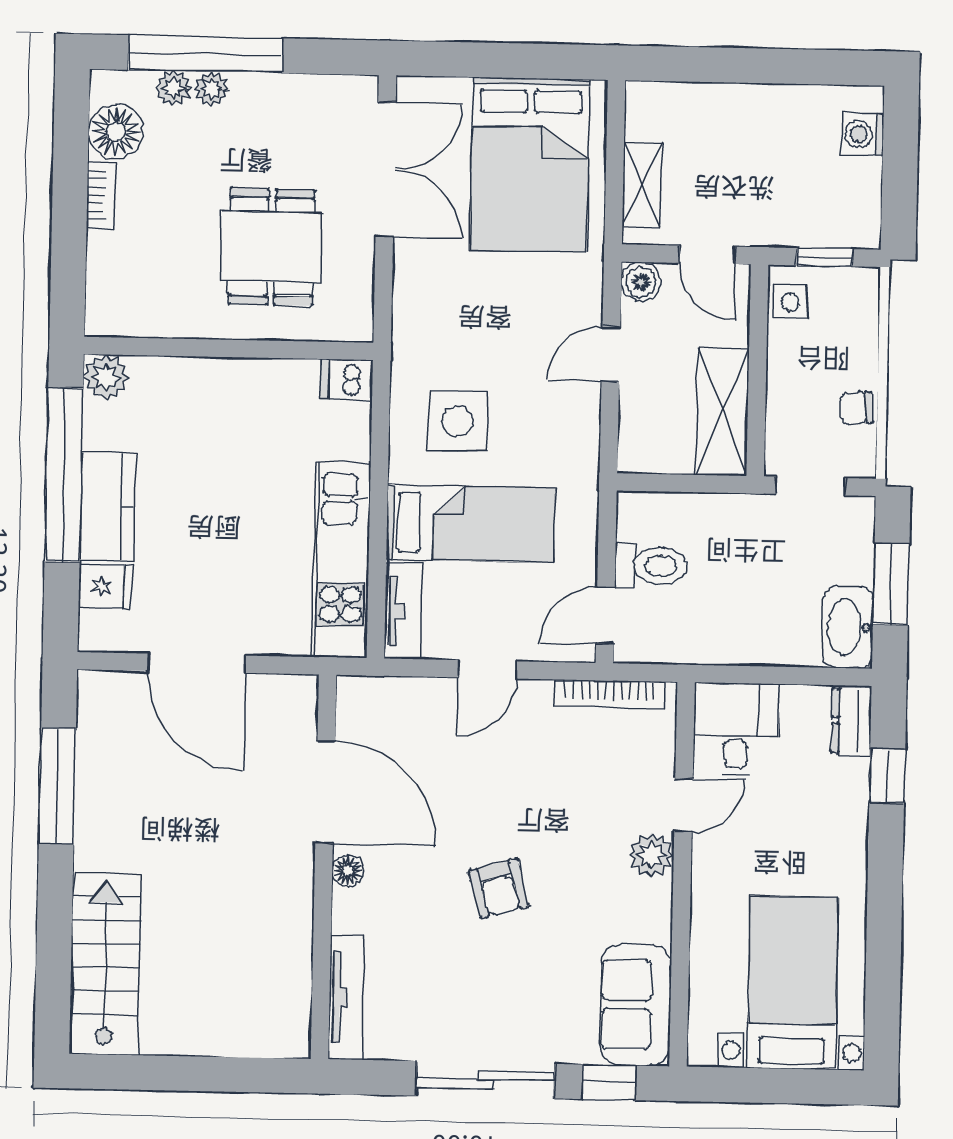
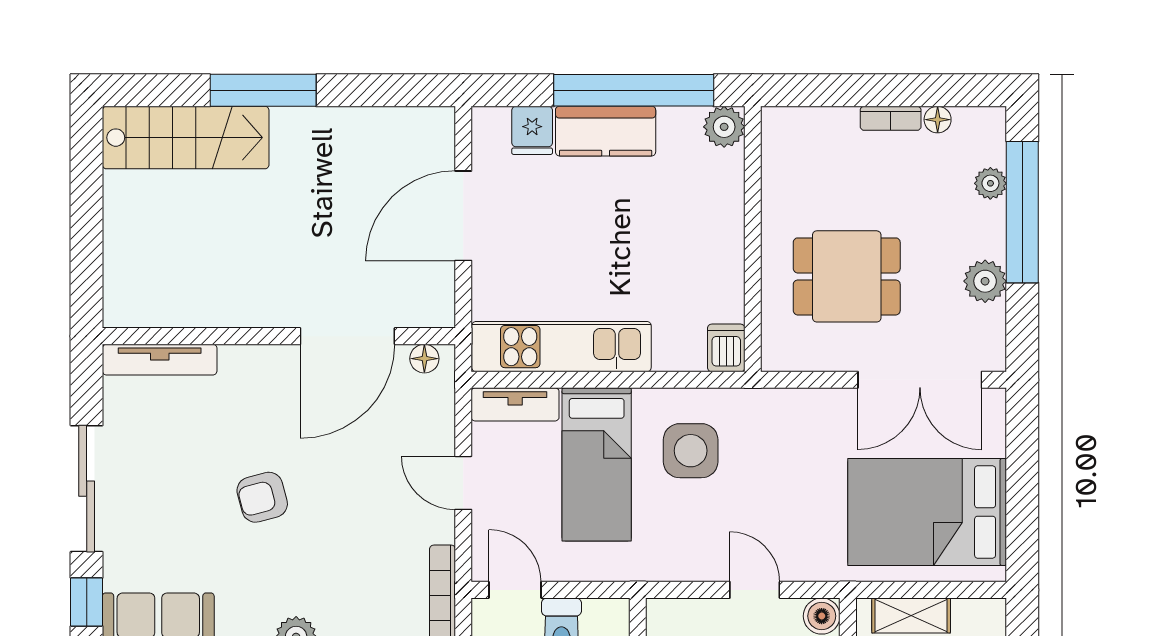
plant: (211, 88) -> (985, 281), moved, width x1.38, depth x1.38
floor lamp: (116, 132) -> (938, 120), width x0.53, depth x0.53
window: (57, 786) -> (263, 90), moved
floor lamp: (348, 871) -> (424, 359), moved

